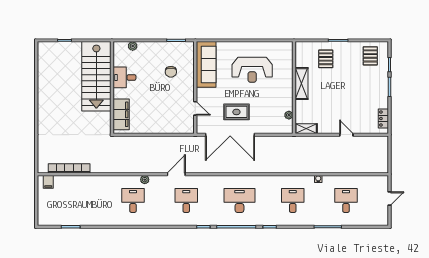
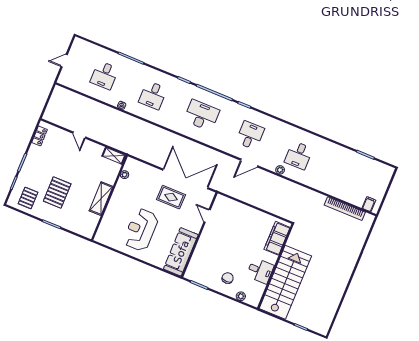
pallet: (326, 59) -> (57, 193), moved, width x1.50, depth x1.42
reception desk: (252, 70) -> (141, 230), turned -90
chair: (171, 72) -> (228, 278), moved
desk: (186, 201) -> (250, 135), turned 180
desk: (239, 201) -> (202, 115), turned 180

